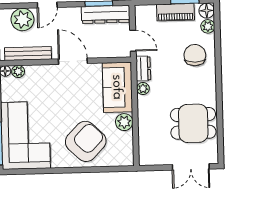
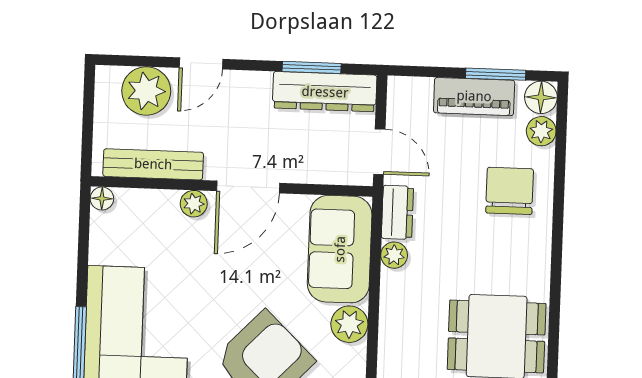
door: (73, 61) -> (248, 187), swing flipped
plant: (18, 71) -> (194, 204), moved

